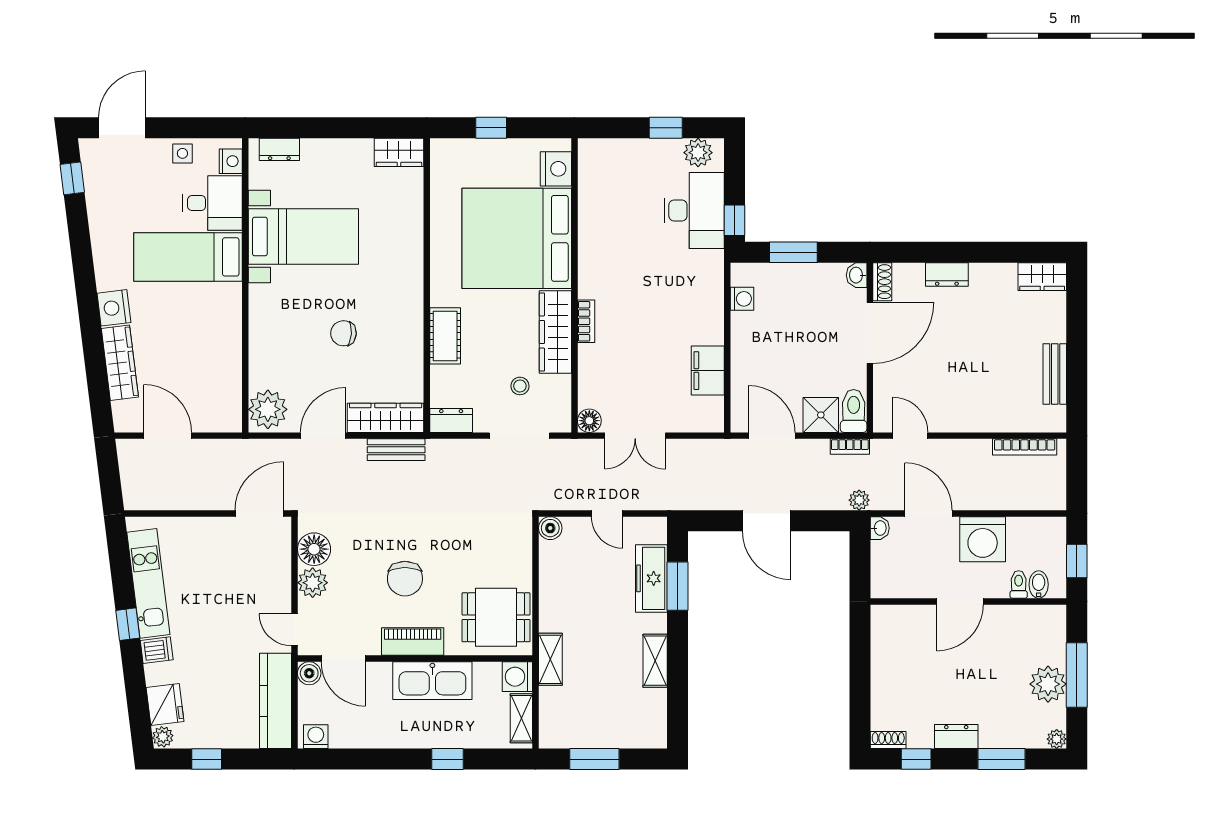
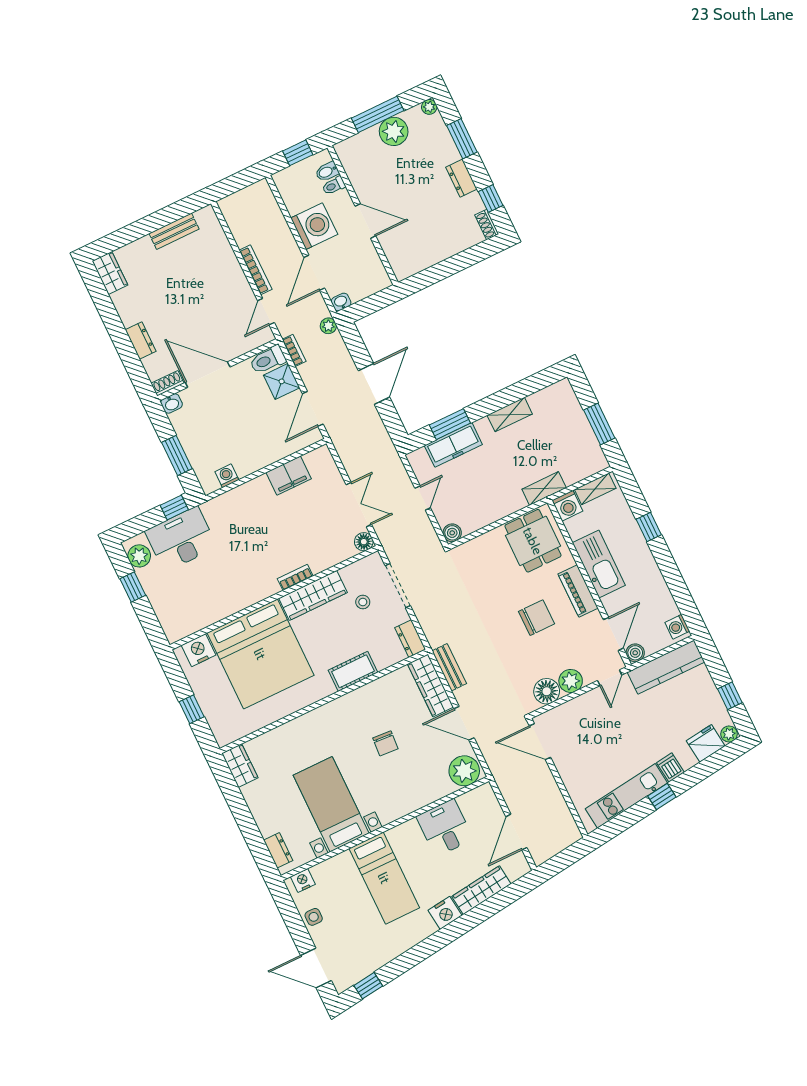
desk: (213, 203) -> (445, 828), moved
bookcase: (1025, 447) -> (256, 270), moved

